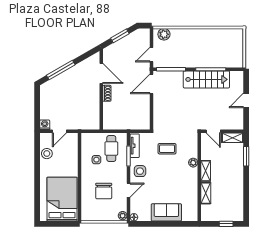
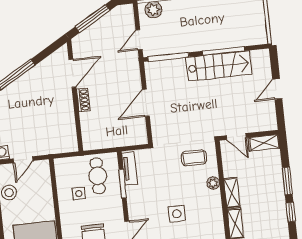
window: (120, 36) -> (92, 19), width x1.44
door: (101, 73) -> (72, 73), hinge flipped
door: (151, 84) -> (146, 103), moved
coffee table: (167, 149) -> (194, 158), moved
window: (246, 156) -> (287, 181), moved
side table: (140, 171) -> (177, 214), moved
window: (246, 189) -> (291, 212), added

